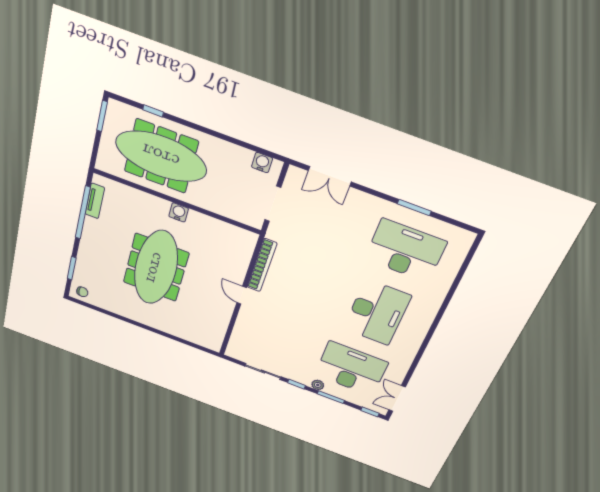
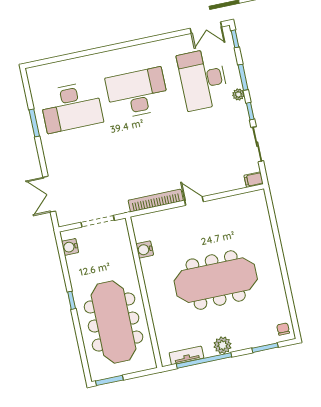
window: (153, 111) -> (72, 300), moved
double door: (330, 176) -> (49, 194), swing flipped
water cooler: (179, 212) -> (145, 249), moved
plant: (90, 236) -> (223, 345), added
desk: (405, 251) -> (71, 107), turned -90
door: (242, 295) -> (194, 201), swing flipped
filing cabinet: (232, 350) -> (254, 180), added

